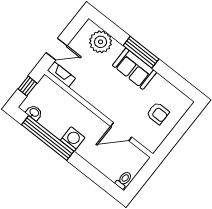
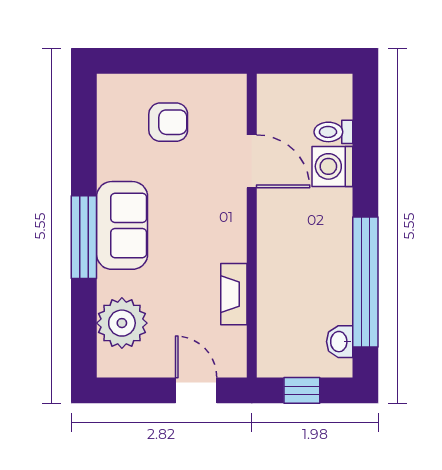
fireplace: (61, 74) -> (234, 294), moved
armchair: (158, 113) -> (168, 122), turned 90
washing machine: (73, 139) -> (332, 166), moved
toilet: (124, 180) -> (333, 132), moved

